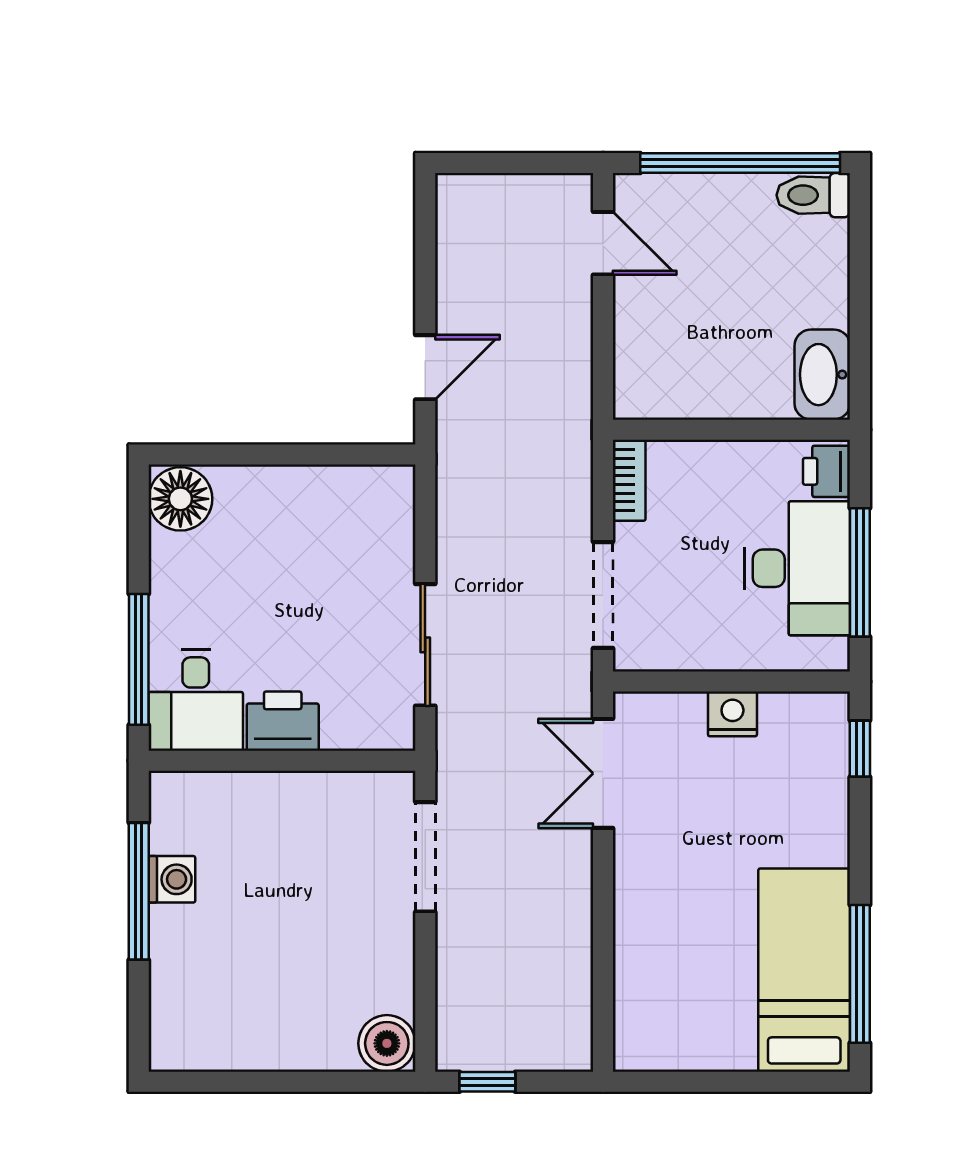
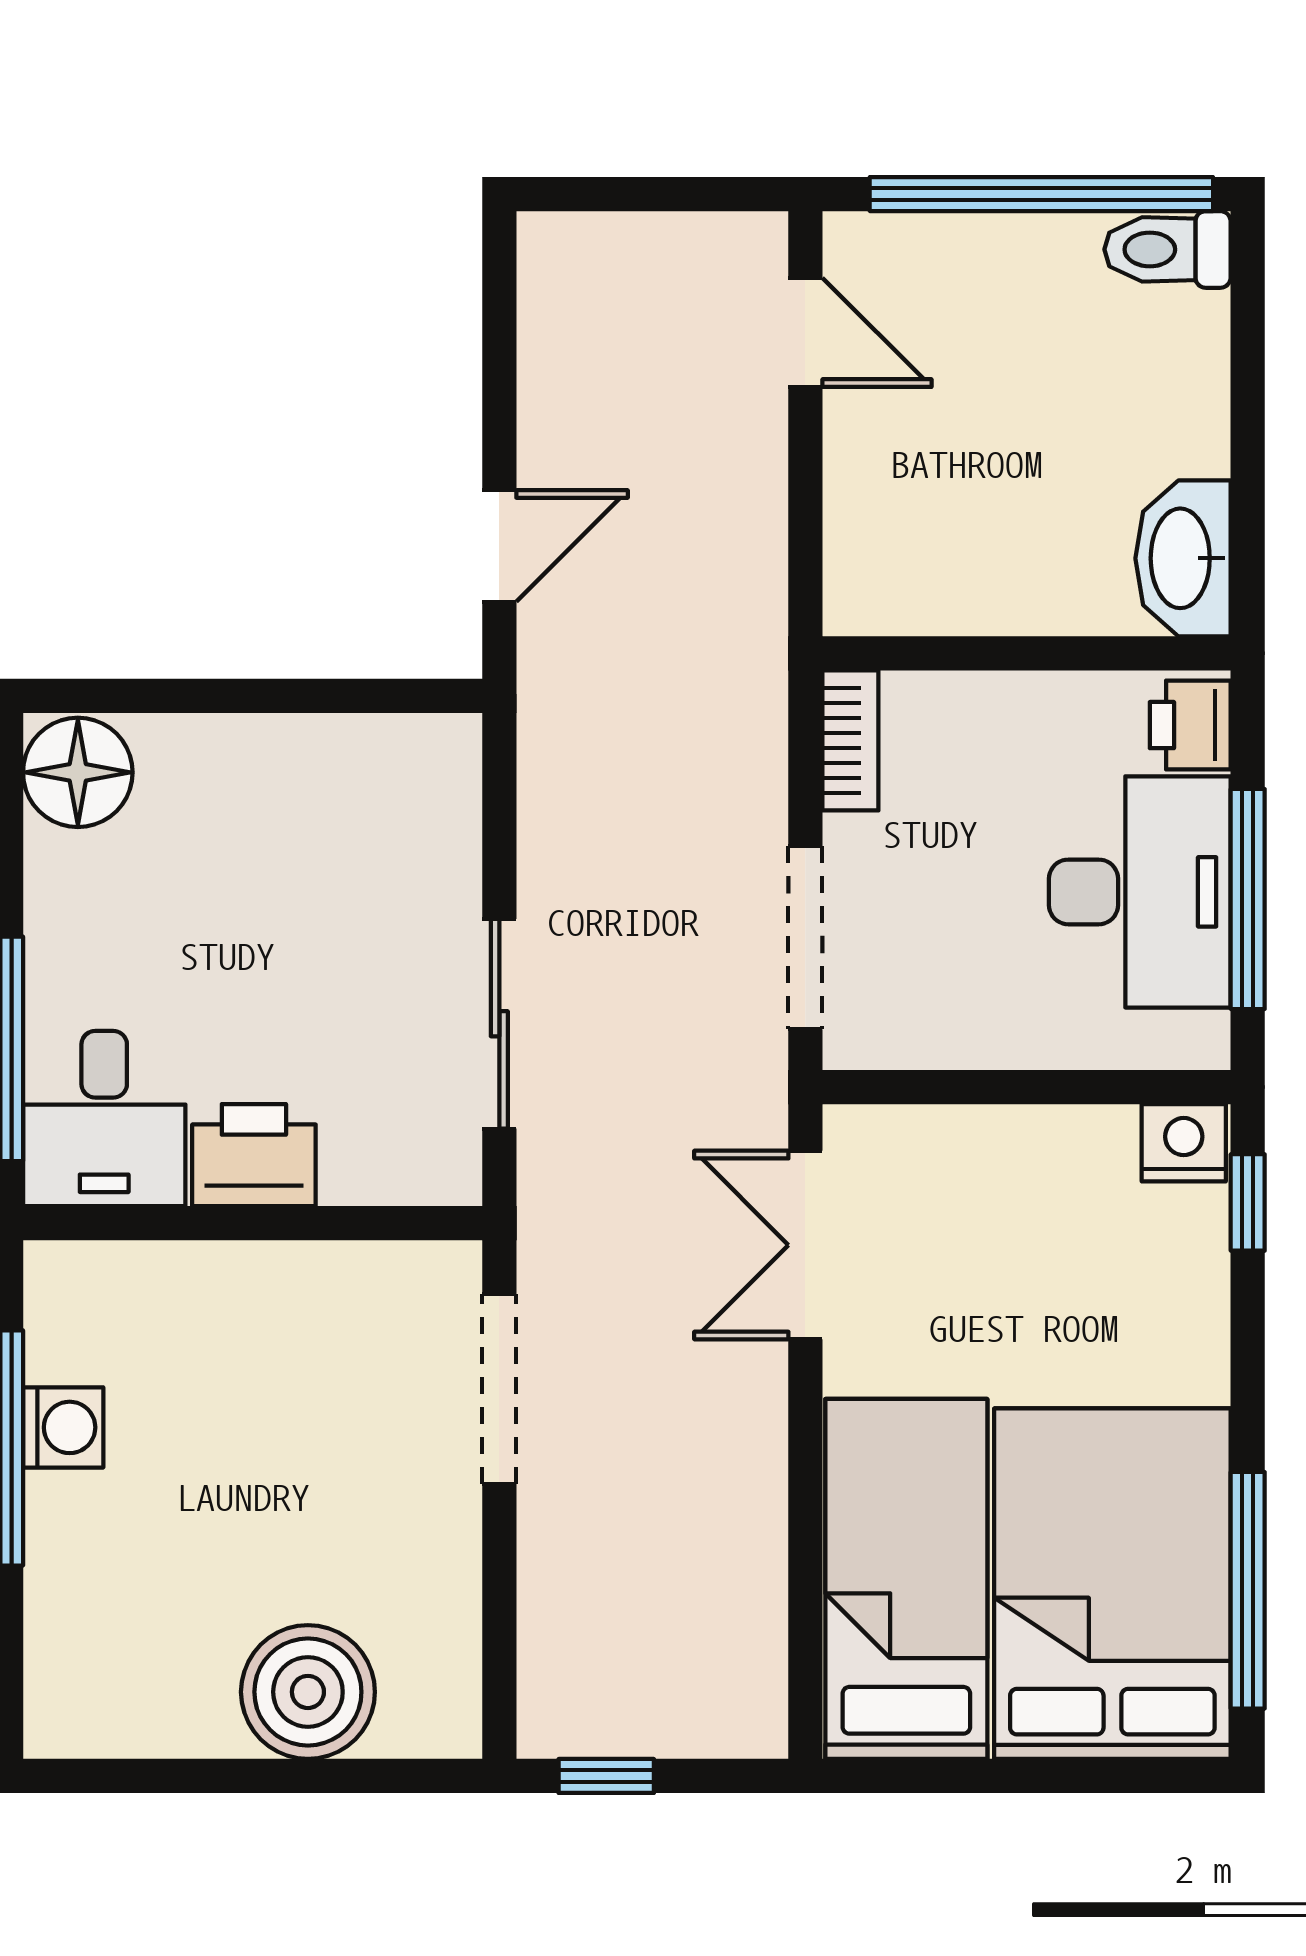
nightstand: (732, 714) -> (1184, 1143), moved
bed: (662, 967) -> (906, 1579), added
bed: (804, 970) -> (1112, 1584), width x1.50
boiler: (387, 1043) -> (308, 1692), moved, width x1.37, depth x1.37

